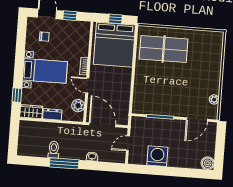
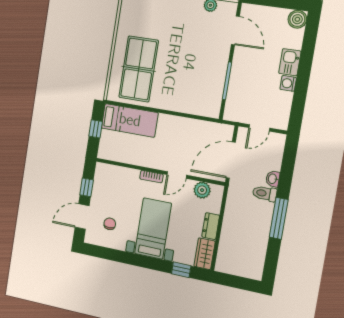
bed: (114, 45) -> (130, 120), width x0.49
door: (128, 143) -> (259, 128), hinge flipped
toilet: (54, 150) -> (265, 193), moved
washing machine: (157, 156) -> (288, 83), width x0.53, depth x0.53
kitchen sink: (177, 161) -> (290, 62), added

